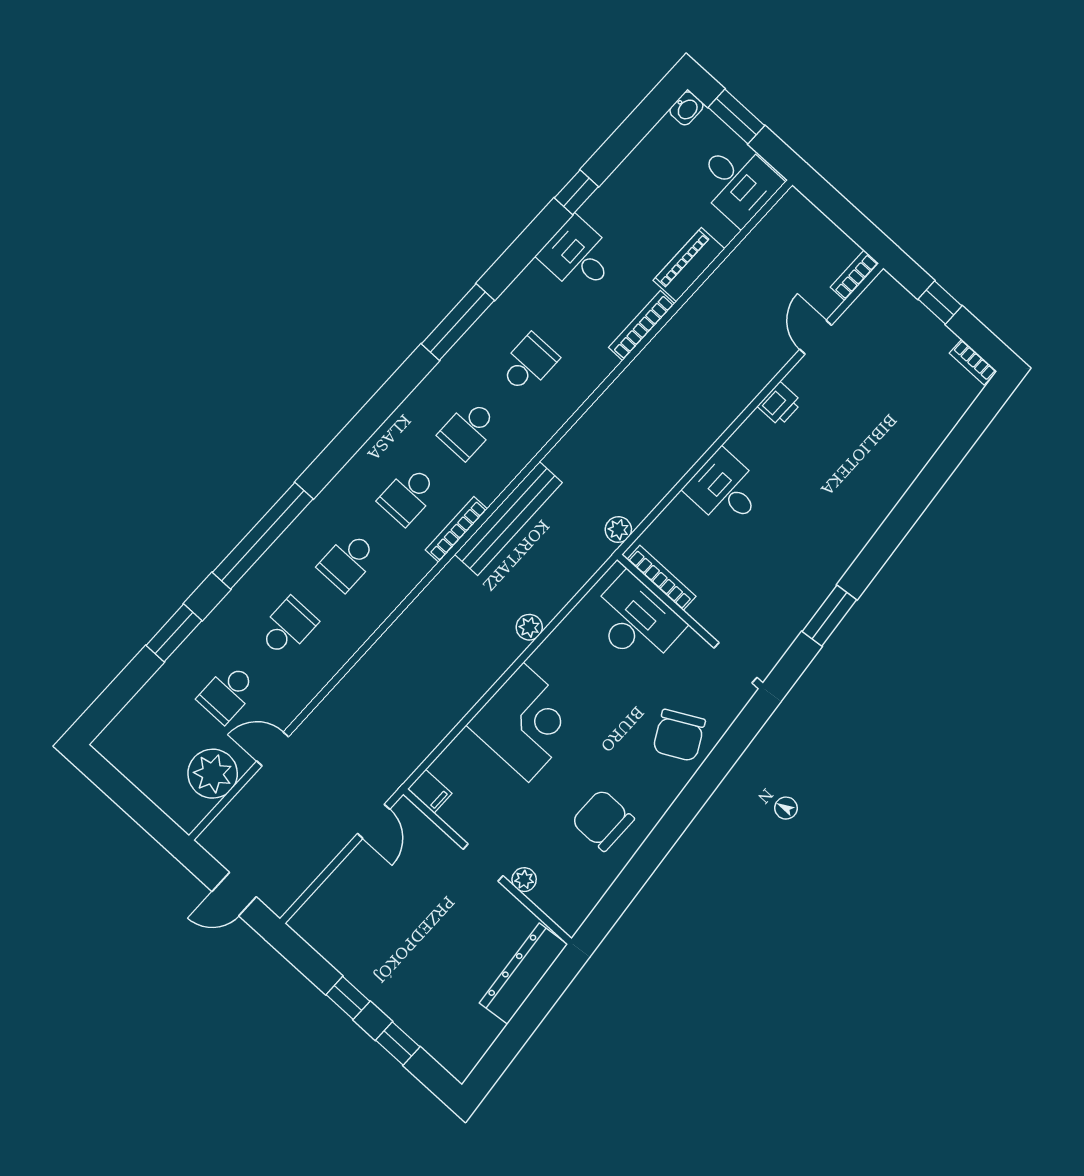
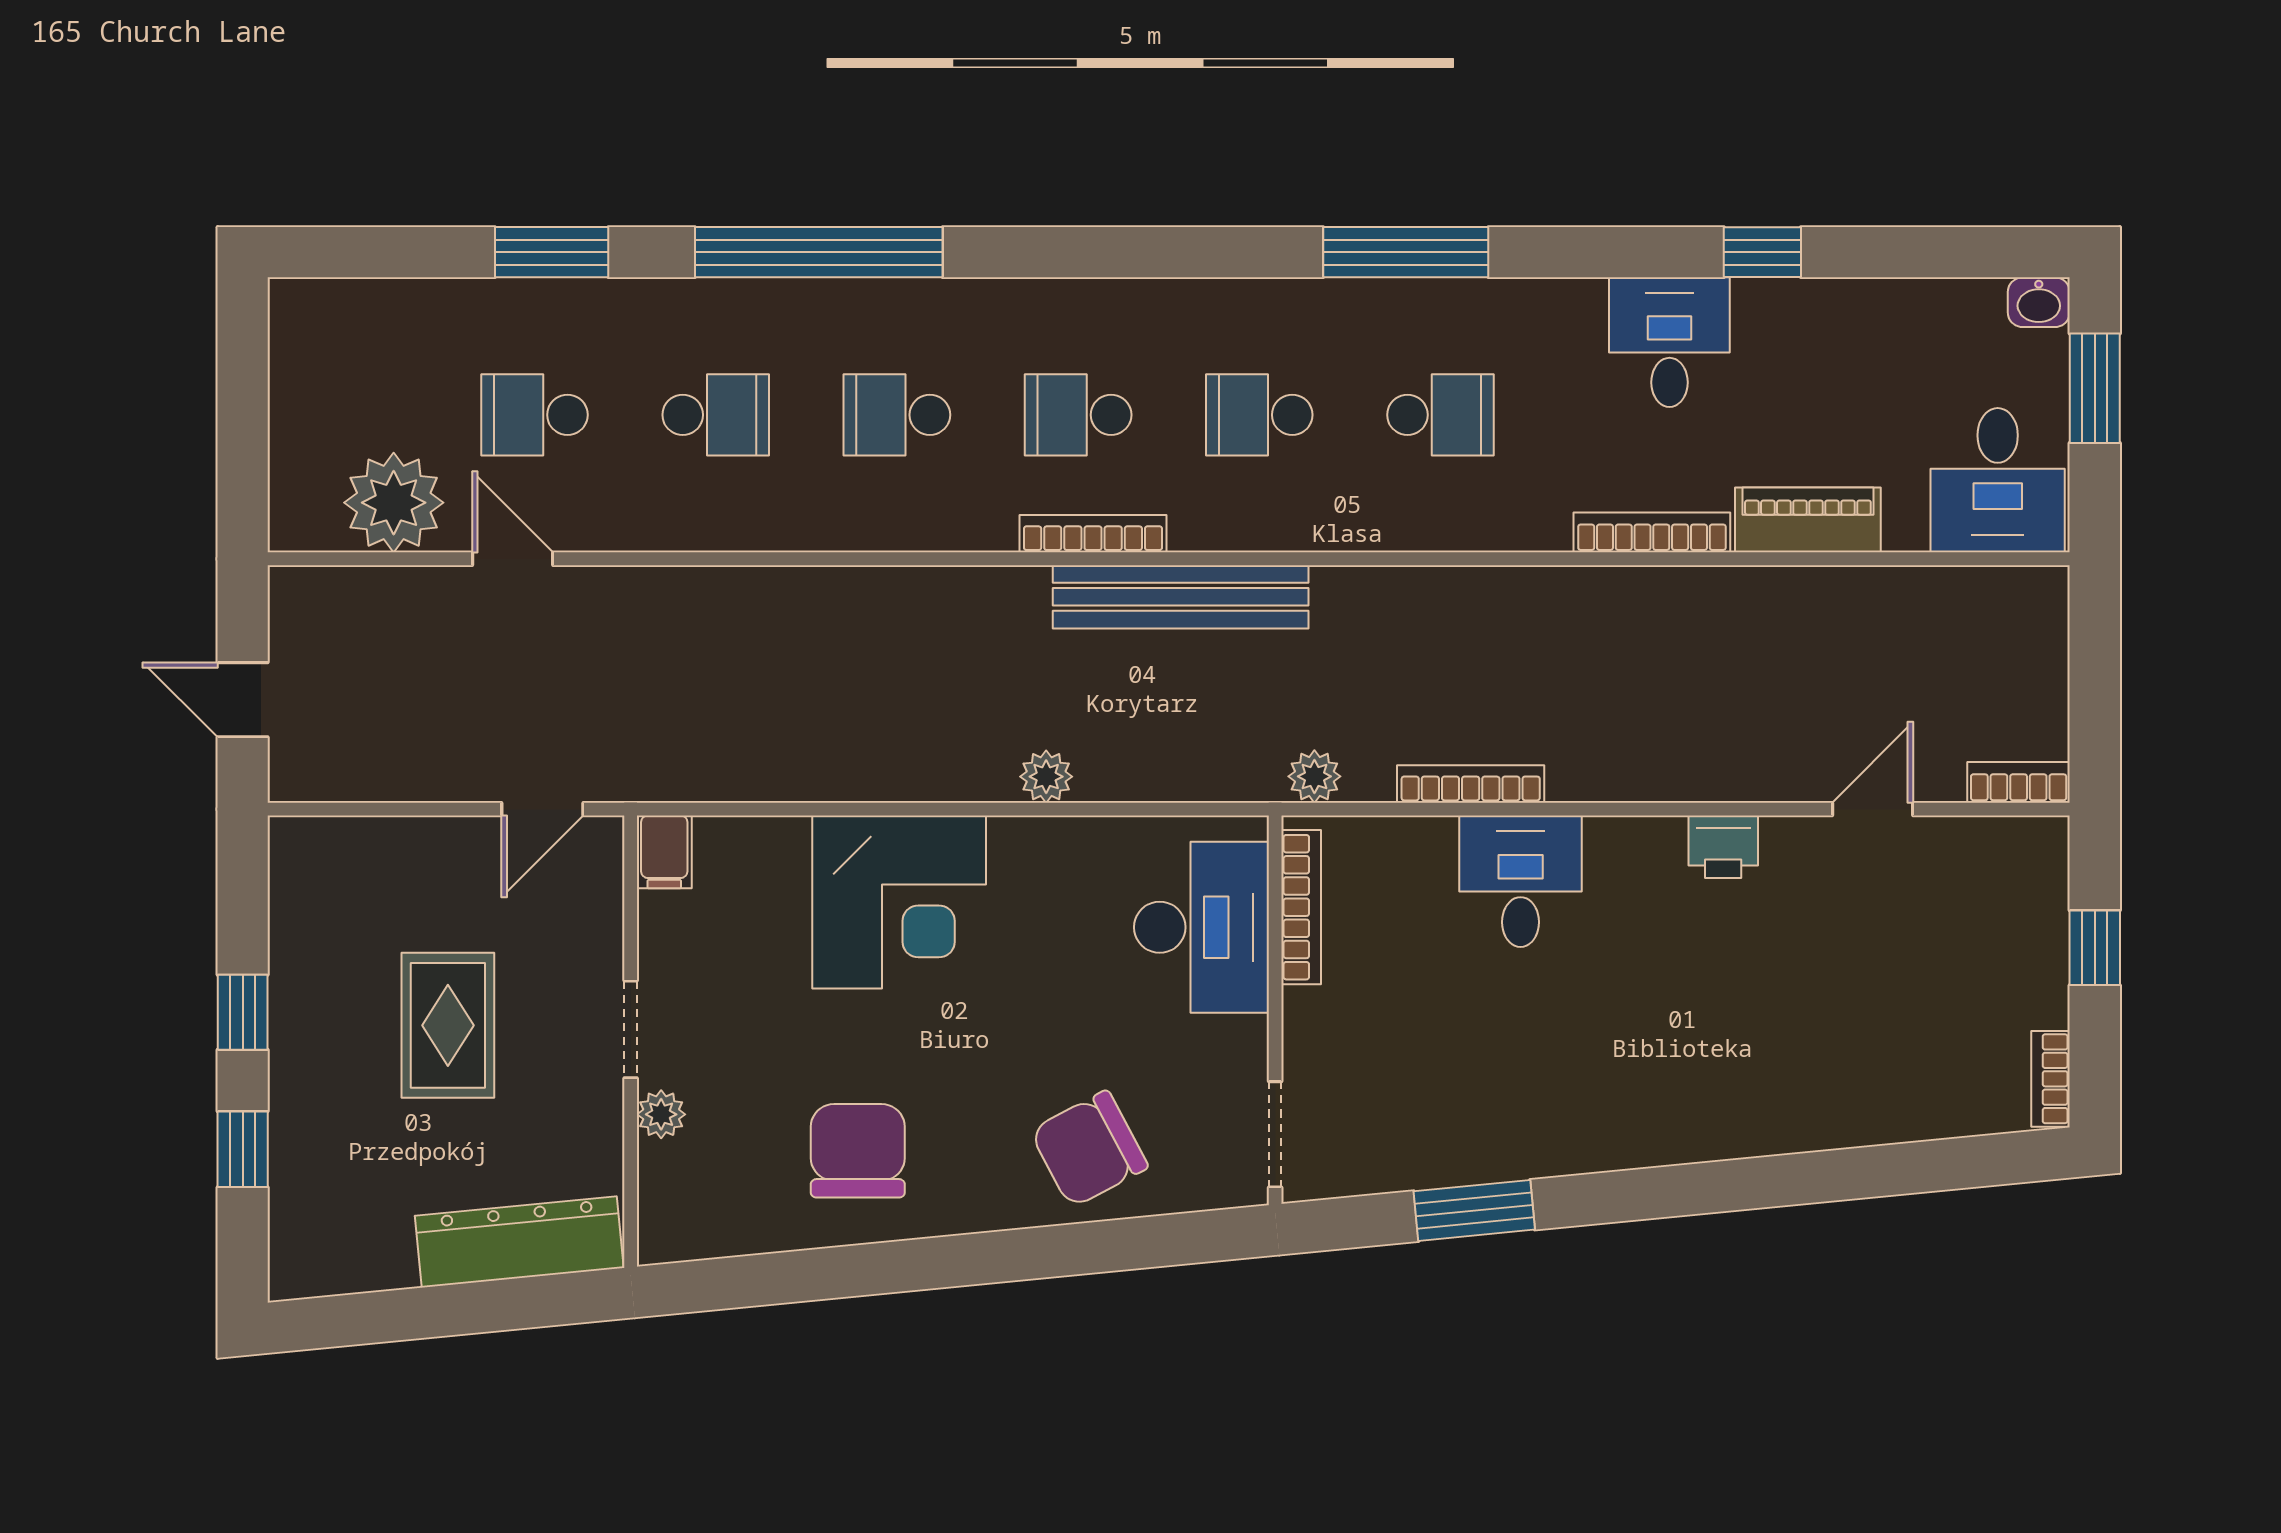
bookcase: (673, 475) -> (1471, 784), added
rug: (421, 928) -> (448, 1025), added

